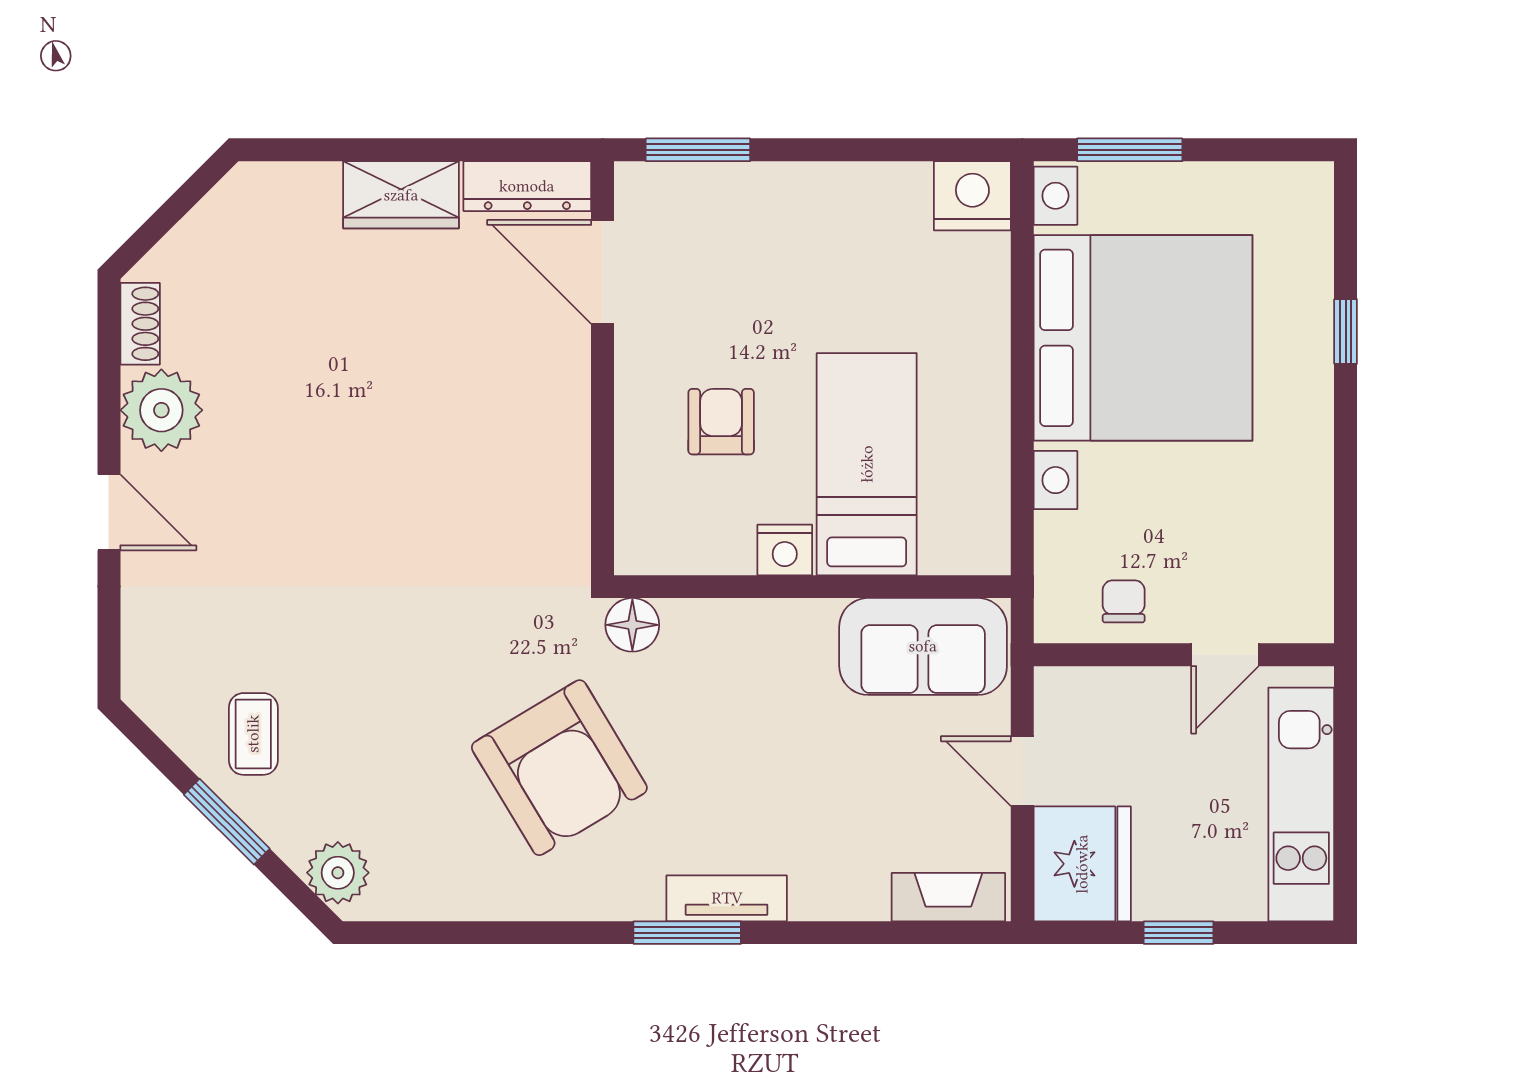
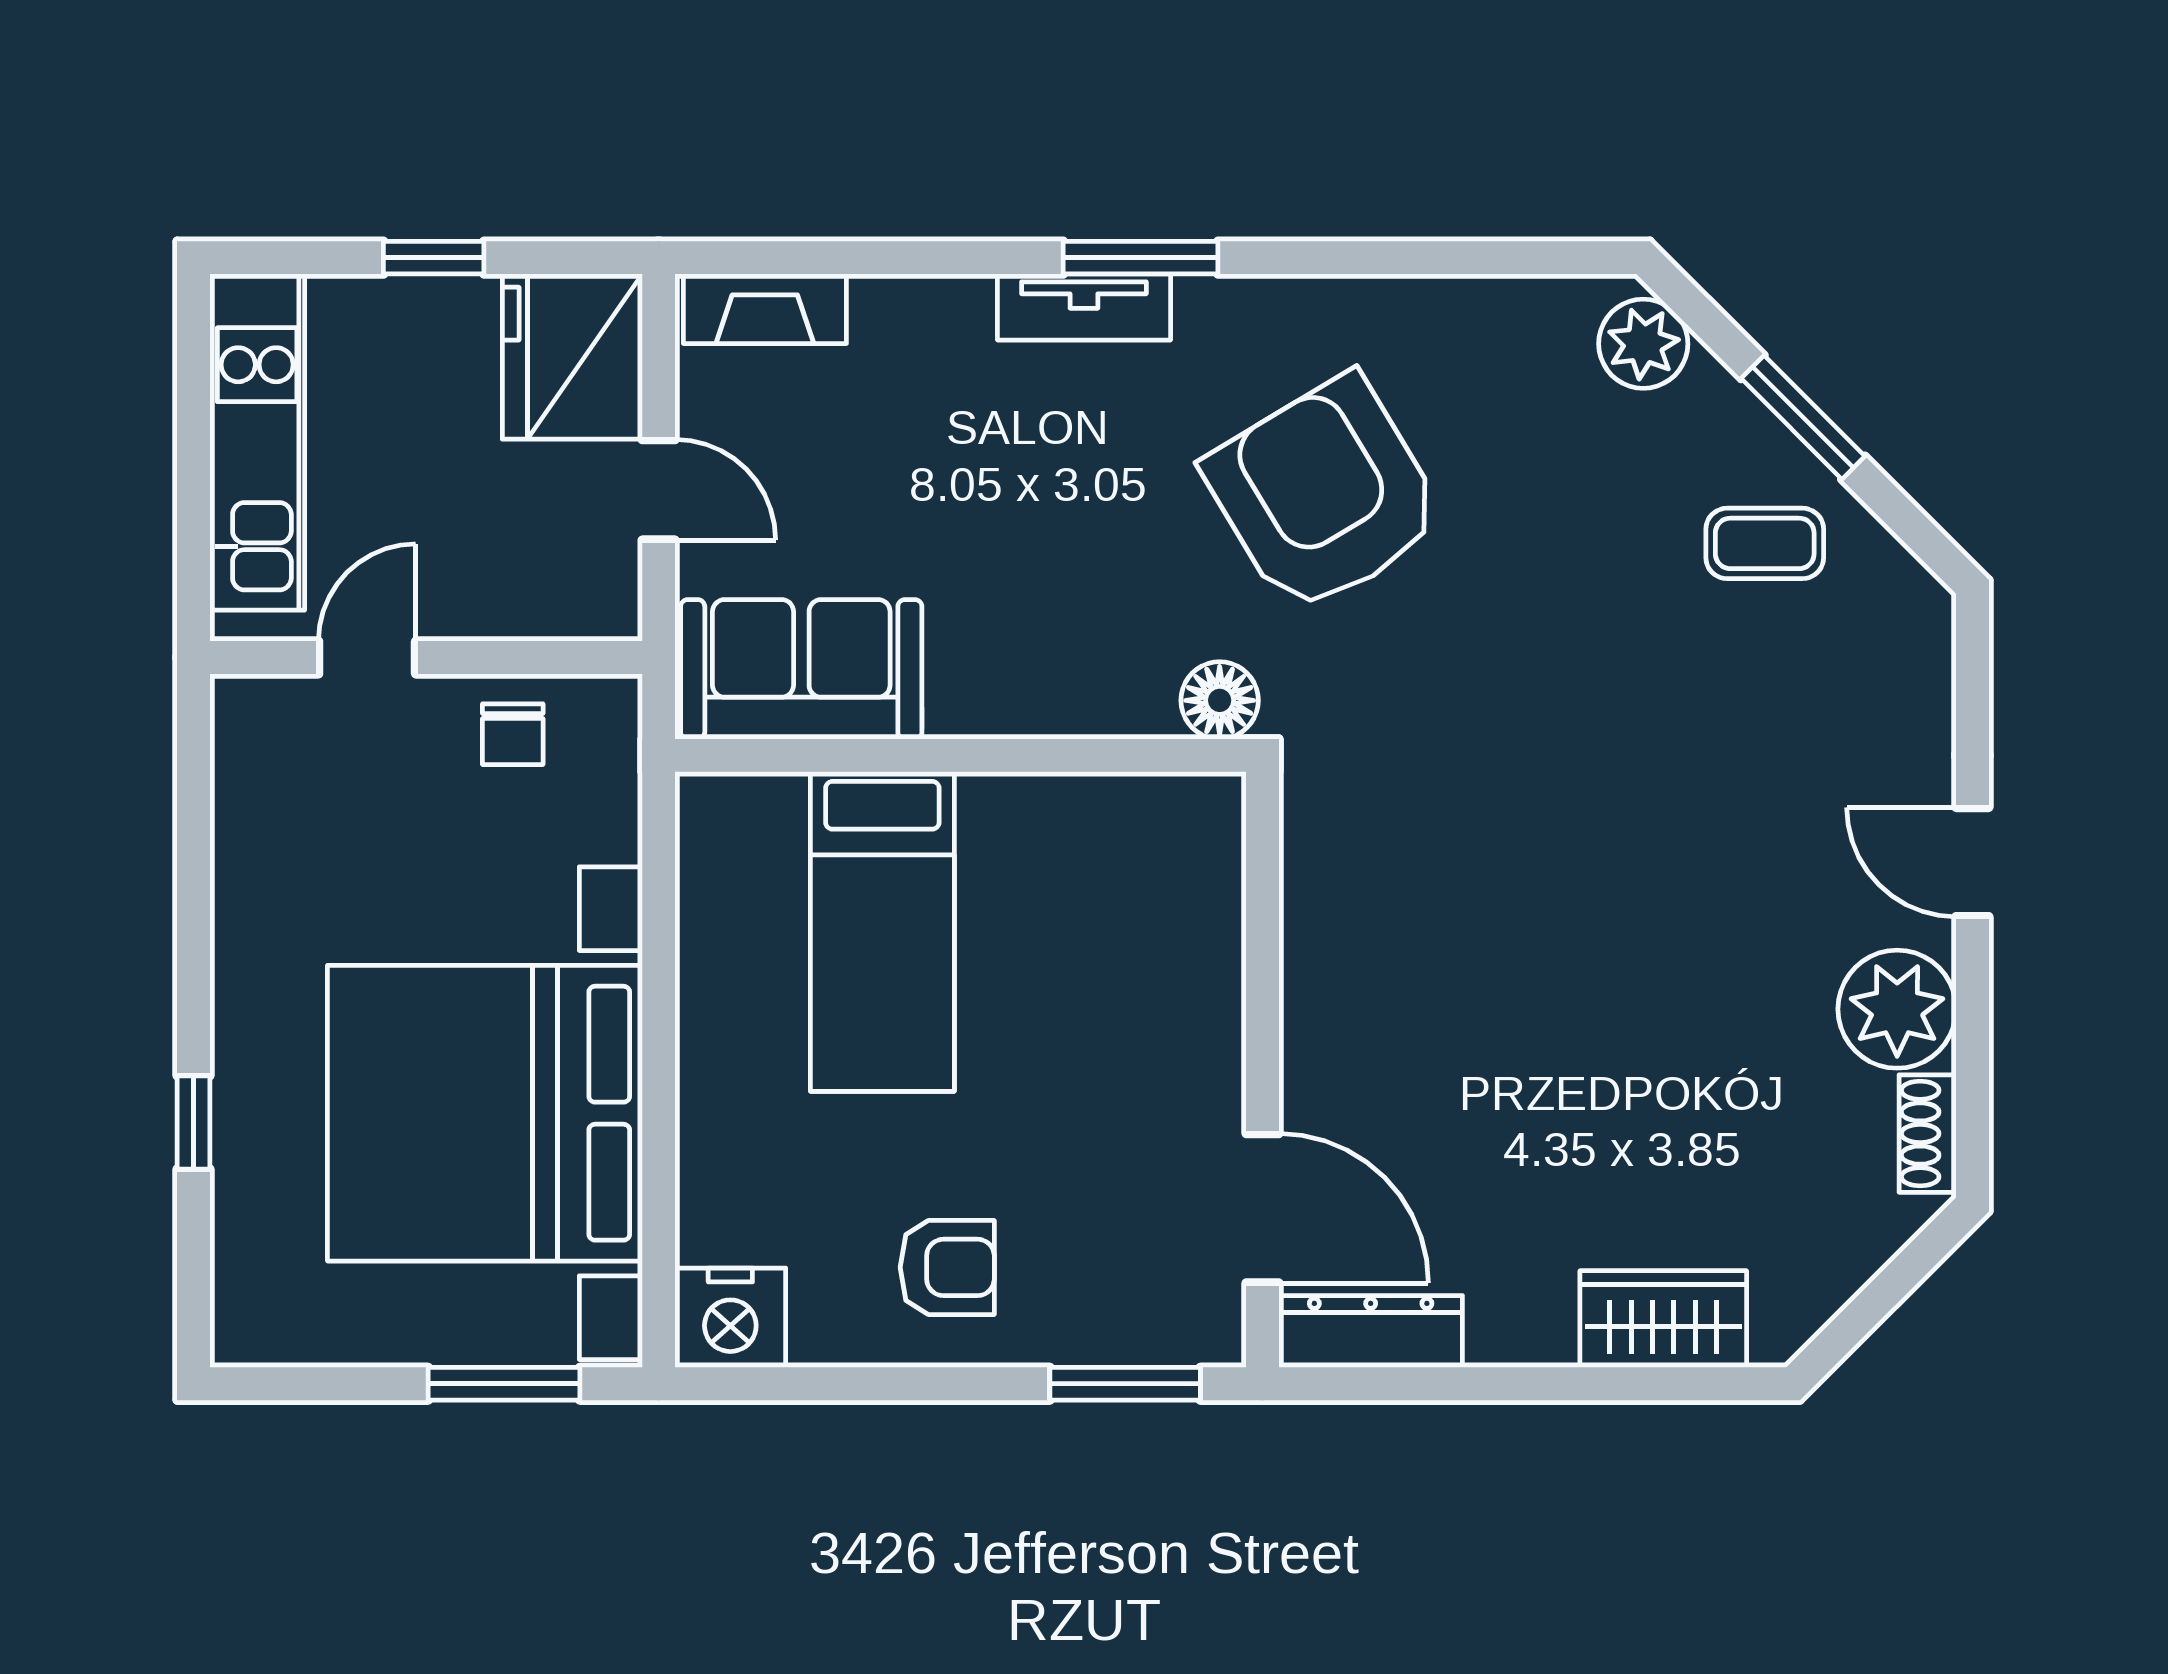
wardrobe: (401, 195) -> (1663, 1319), moved
armchair: (721, 422) -> (947, 1267), moved, turned -90
nightstand: (785, 550) -> (1000, 808), removed
coffee table: (253, 734) -> (1765, 543), turned 90

